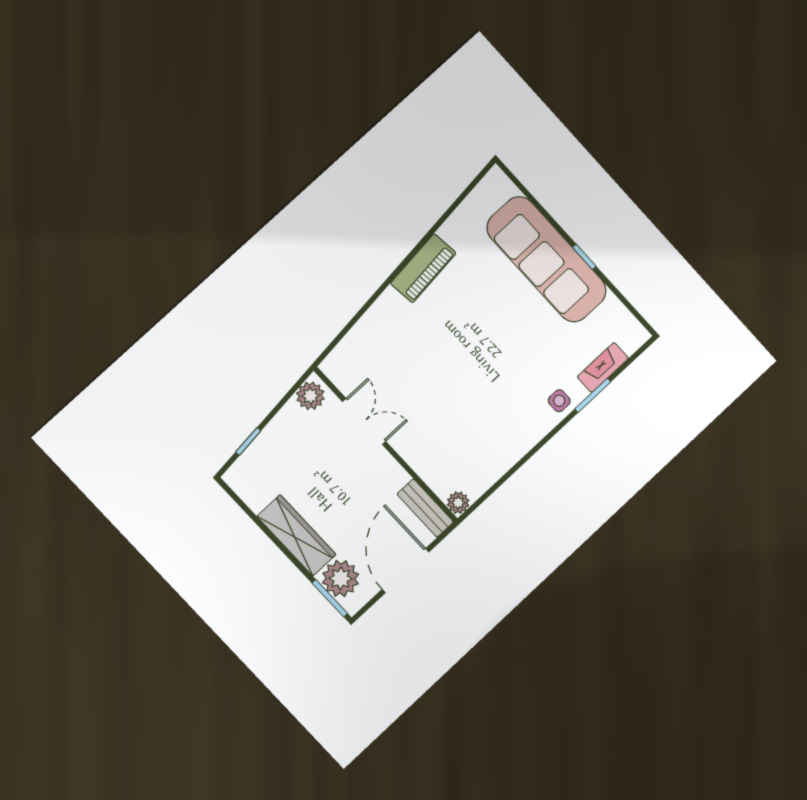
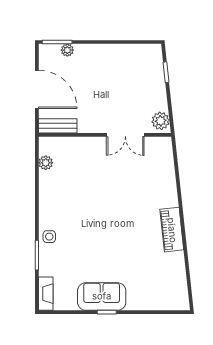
sofa: (547, 259) -> (102, 296), width x0.54, depth x0.79
fireplace: (603, 367) -> (46, 294), moved
plant: (458, 503) -> (46, 163), moved
wardrobe: (296, 535) -> (101, 54), removed
plant: (341, 578) -> (67, 50), width x0.53, depth x0.53

